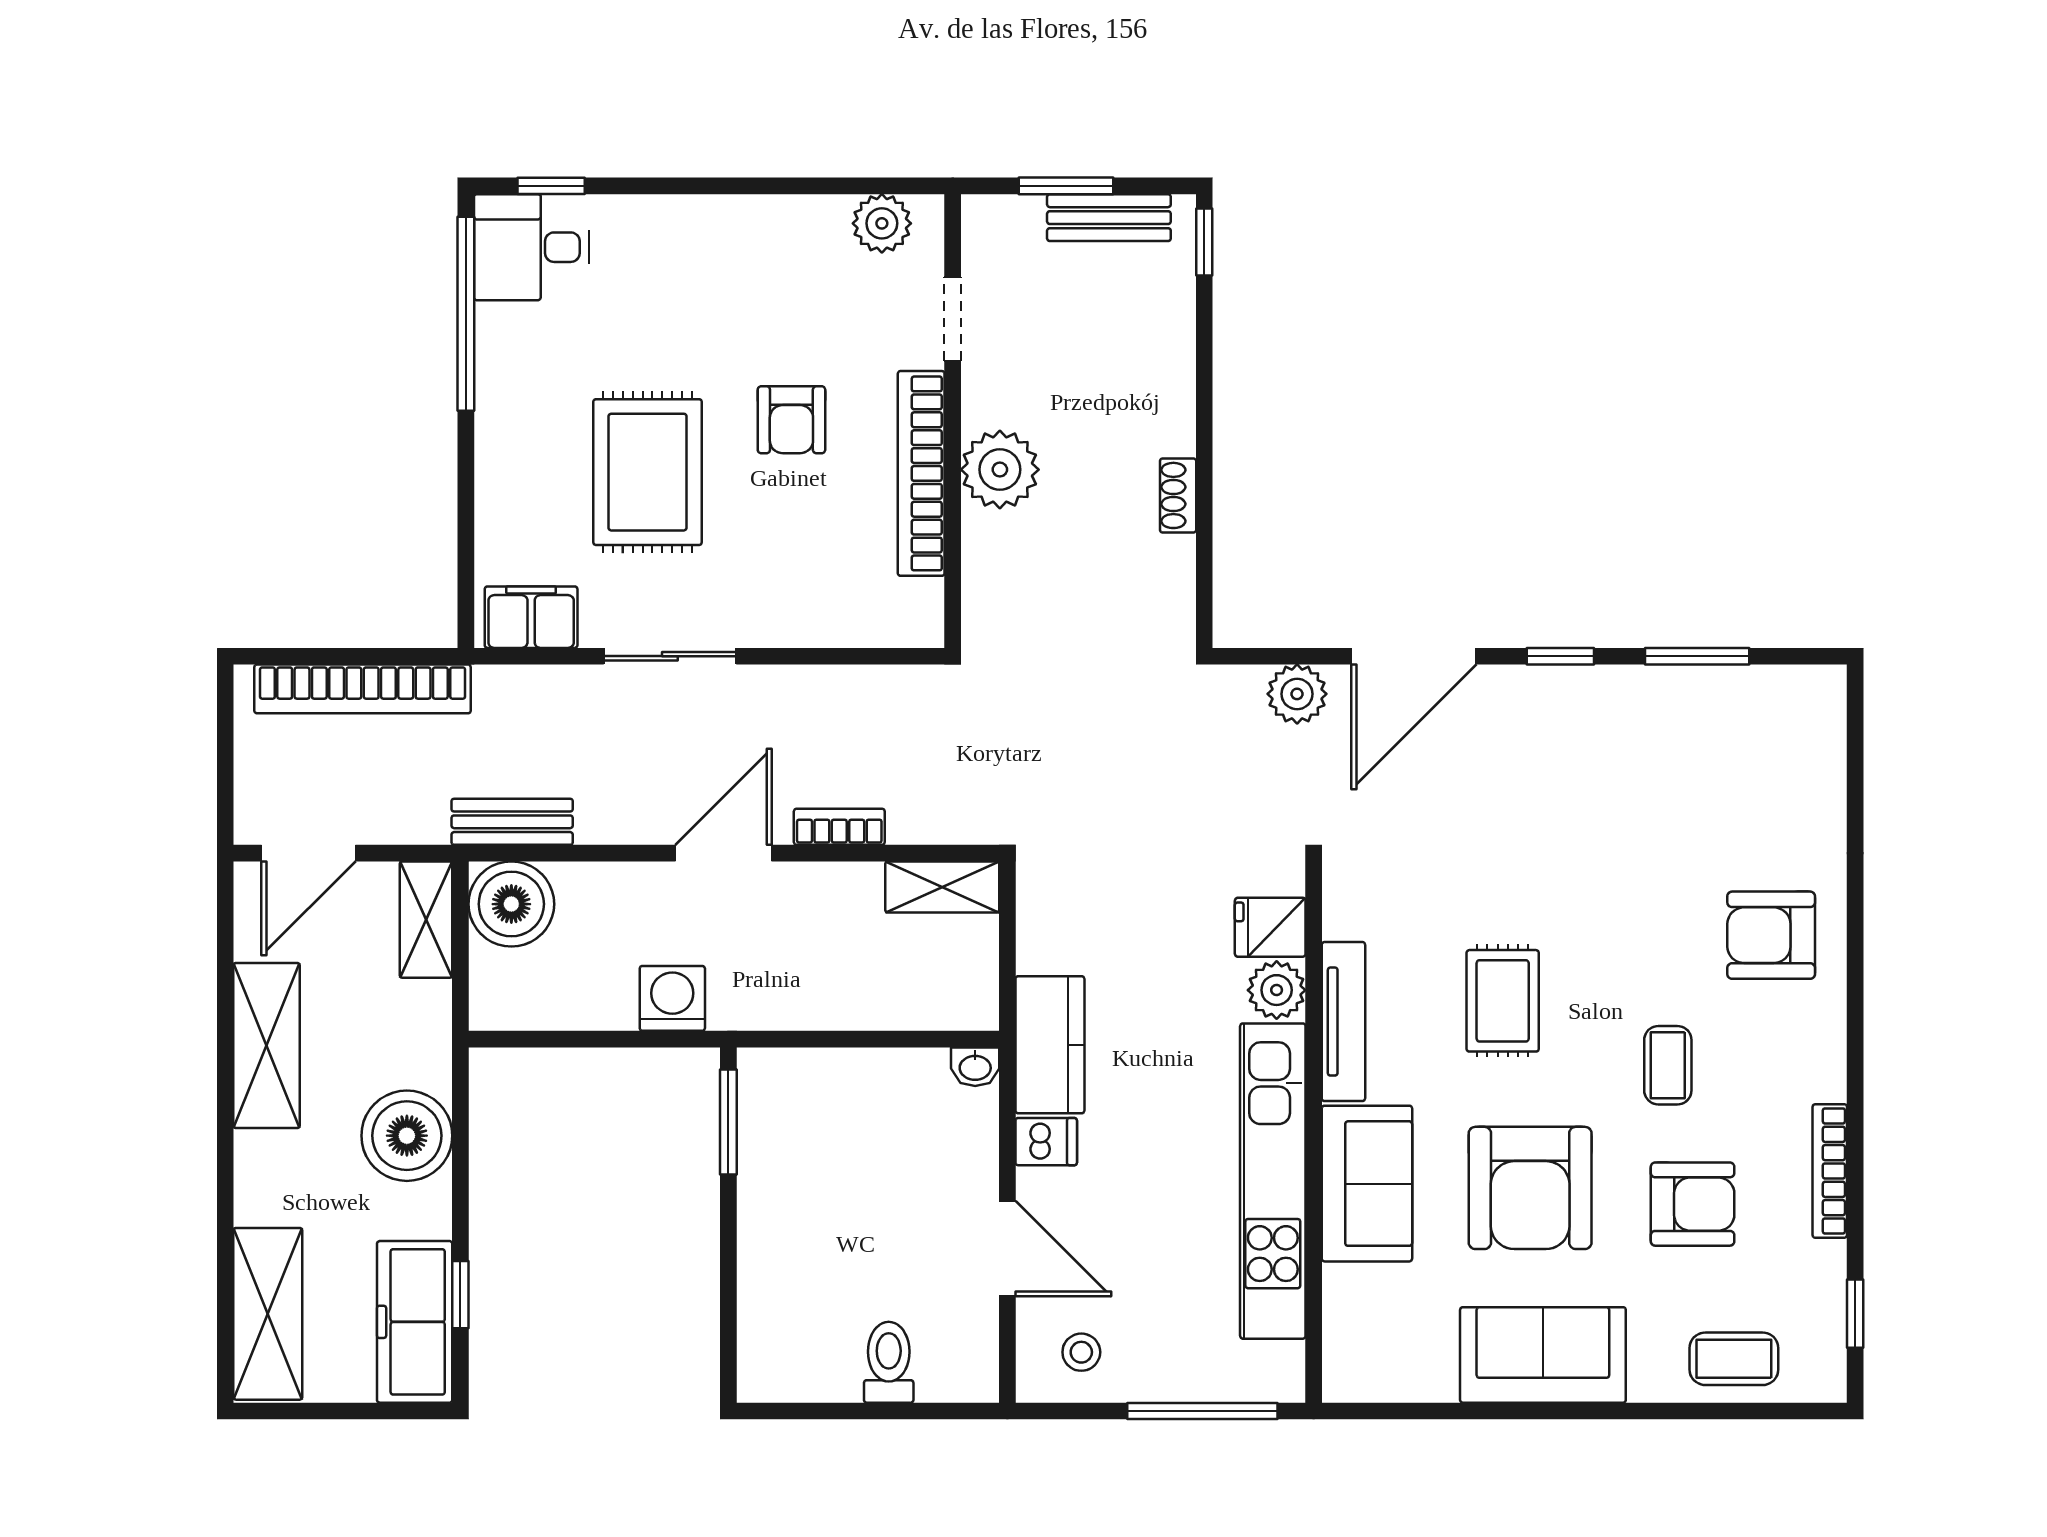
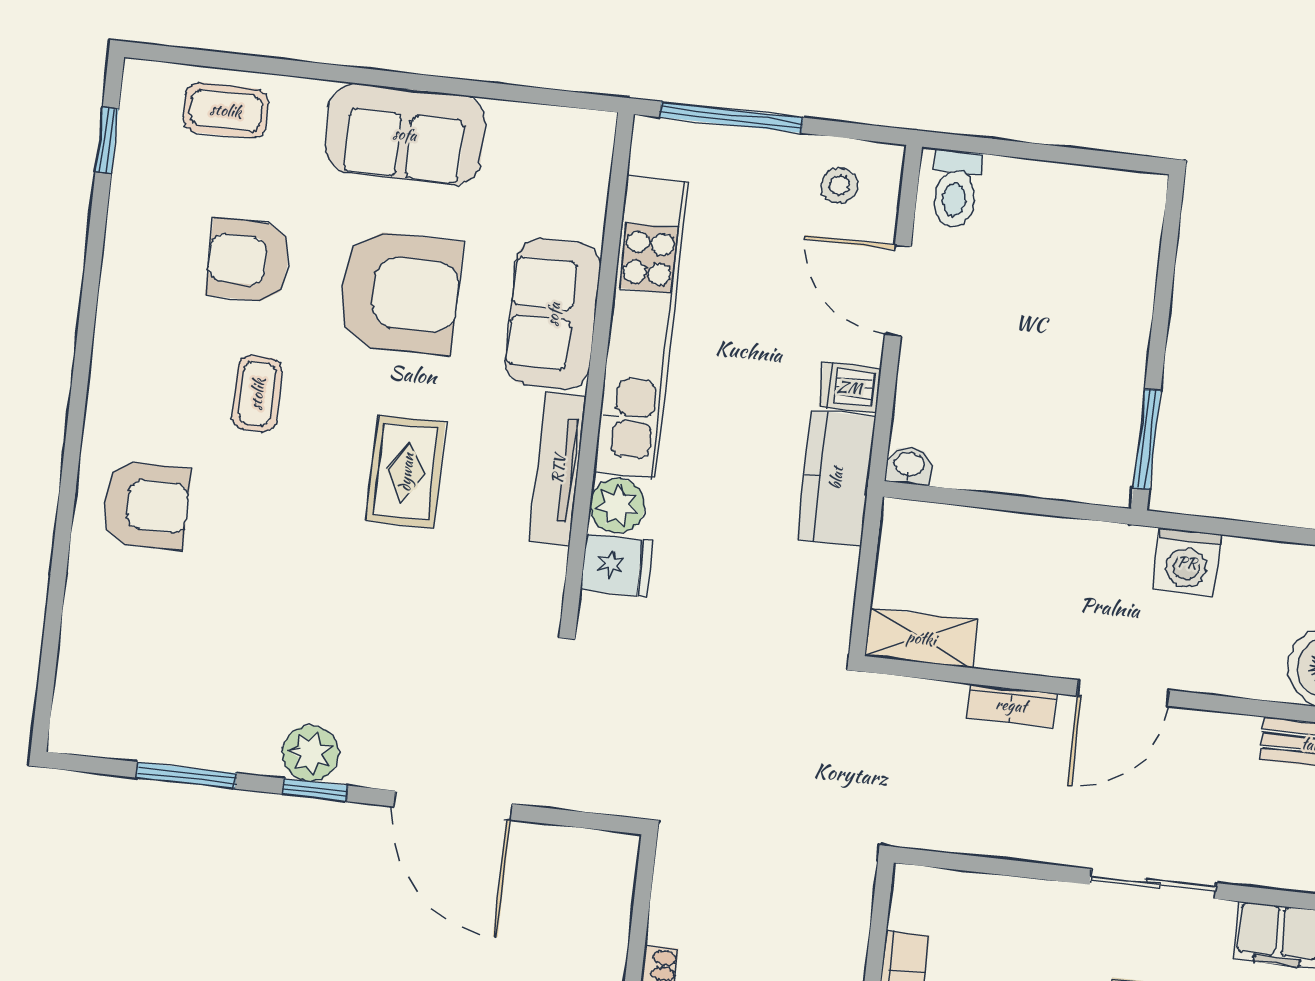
door: (1414, 656) -> (453, 805), swing flipped
plant: (1297, 694) -> (310, 753), moved
bookcase: (1830, 1171) -> (116, 277), removed
armchair: (1530, 1188) -> (400, 293), turned 90
toilet: (889, 1362) -> (955, 189), moved

